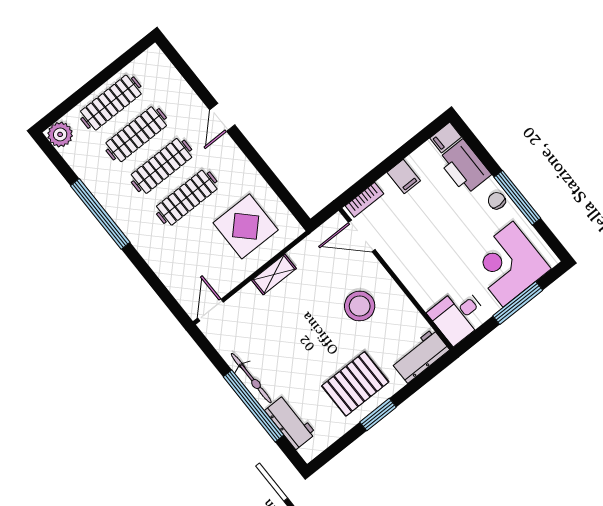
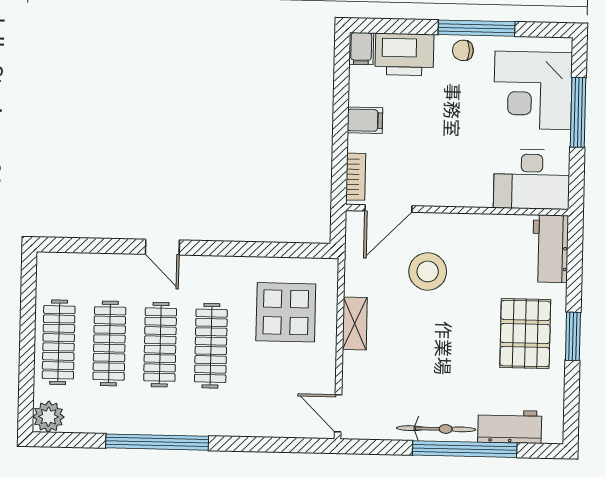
stool: (360, 306) -> (428, 271), moved
desk: (458, 315) -> (532, 179), width x1.37

